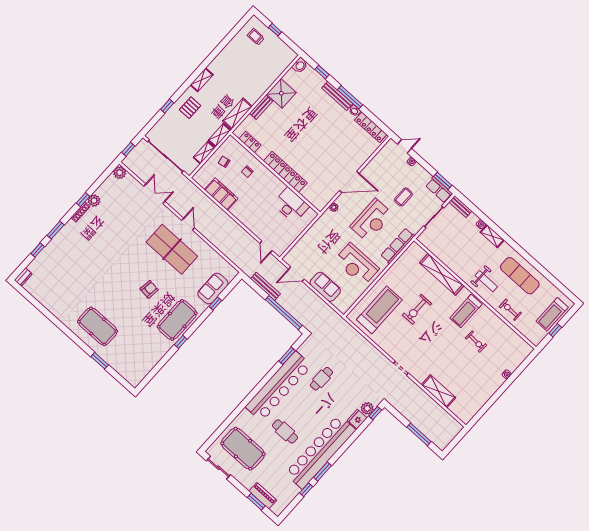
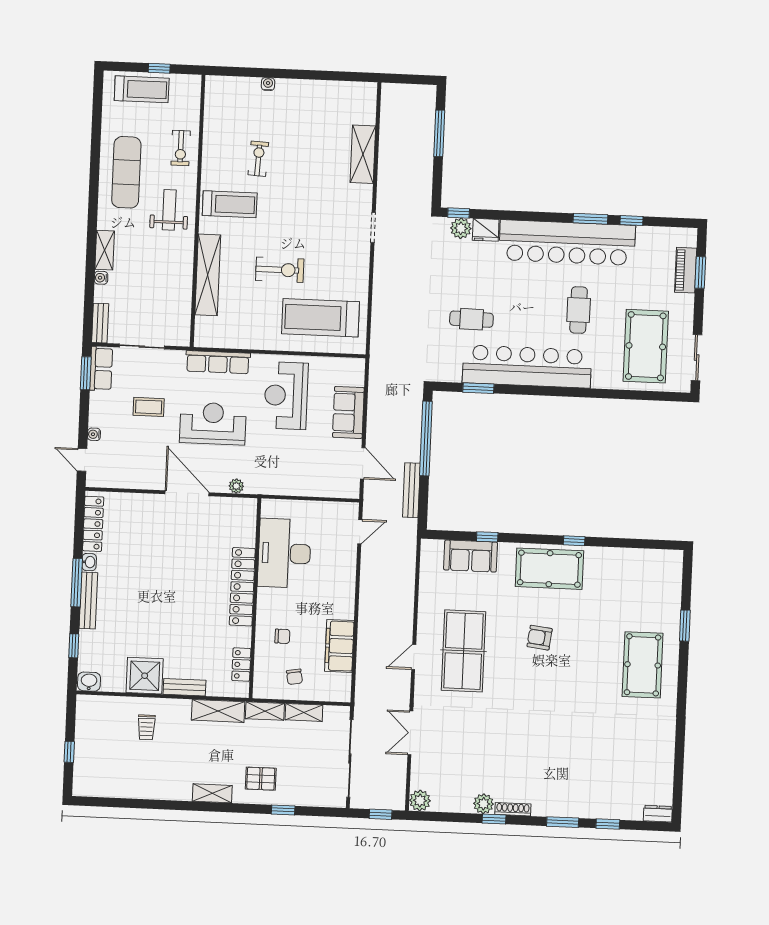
trolley: (256, 37) -> (146, 727), moved
desk: (291, 205) -> (284, 553), width x1.36, depth x1.30
reception desk: (357, 264) -> (286, 396), turned 180

